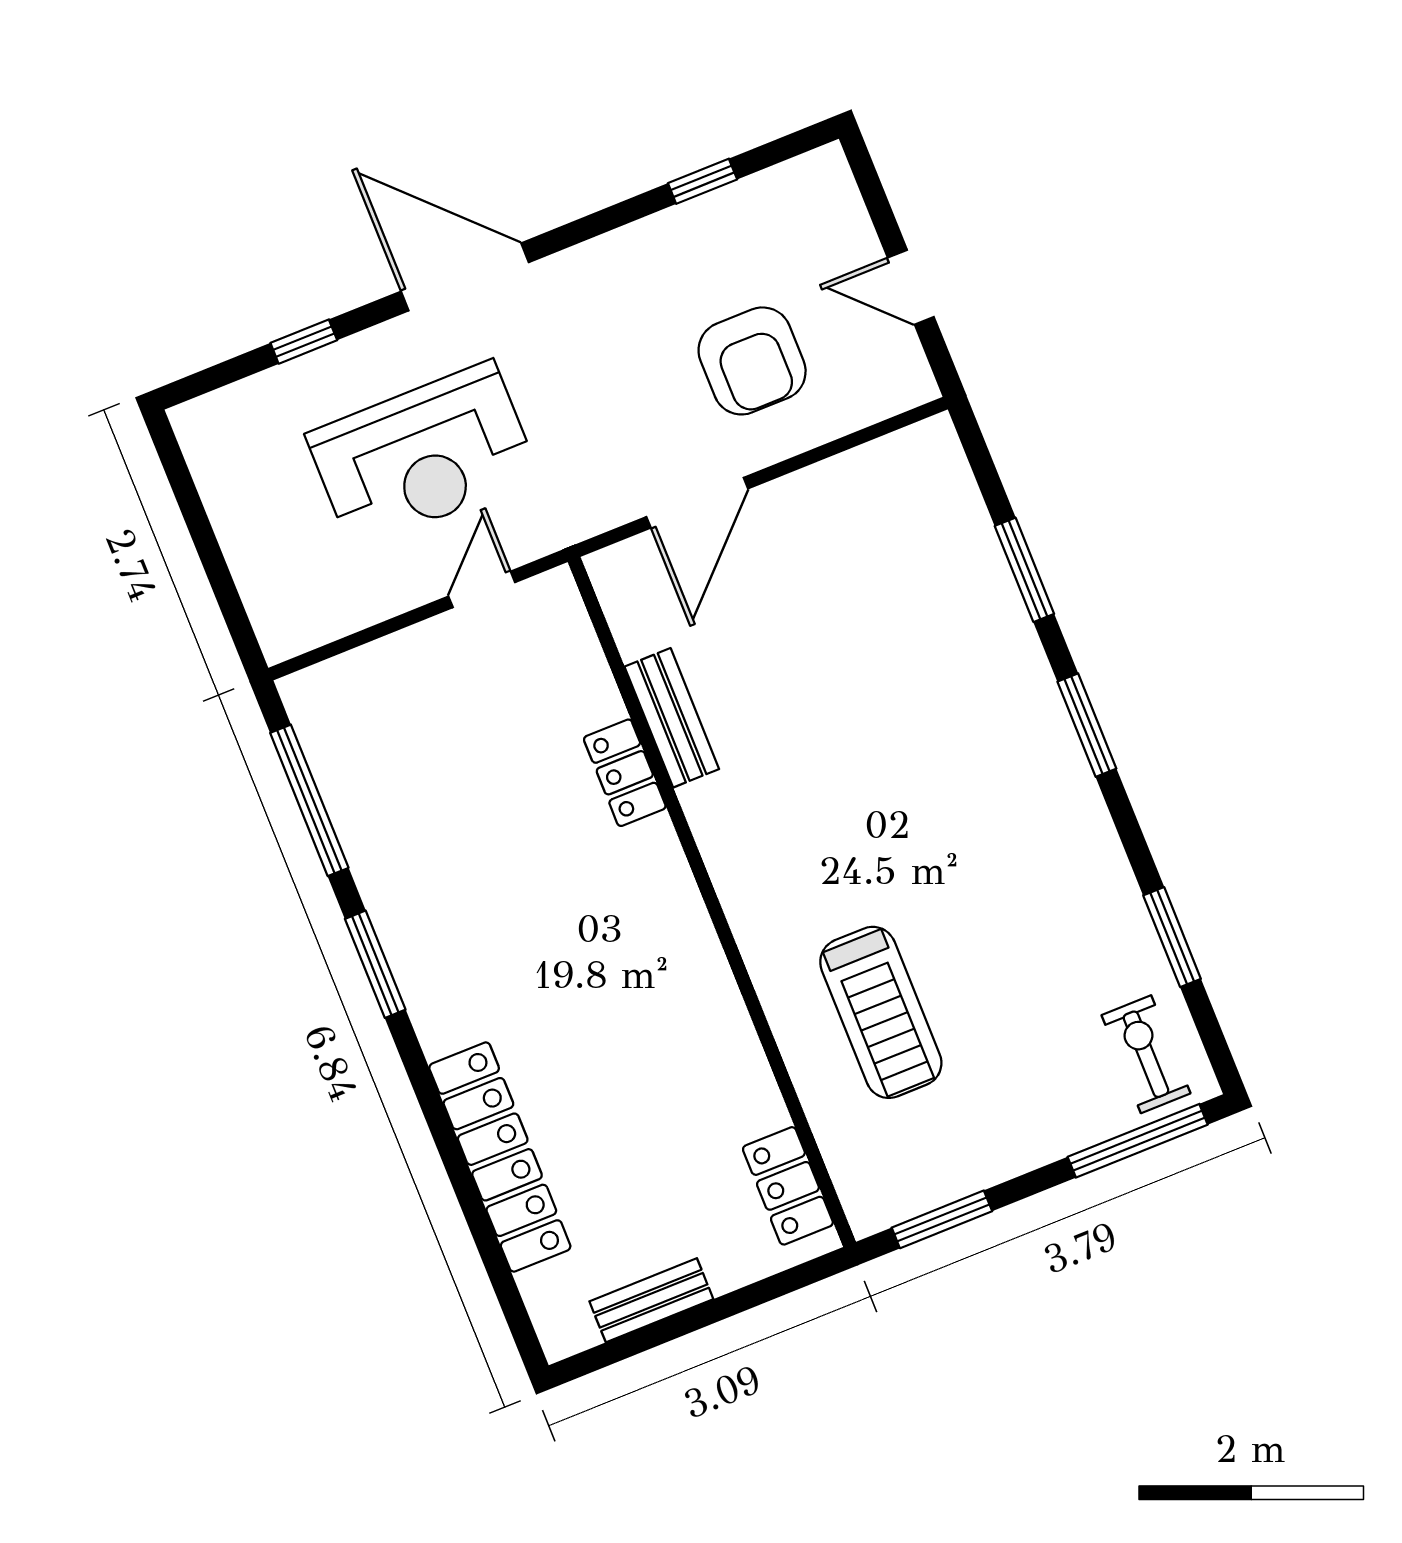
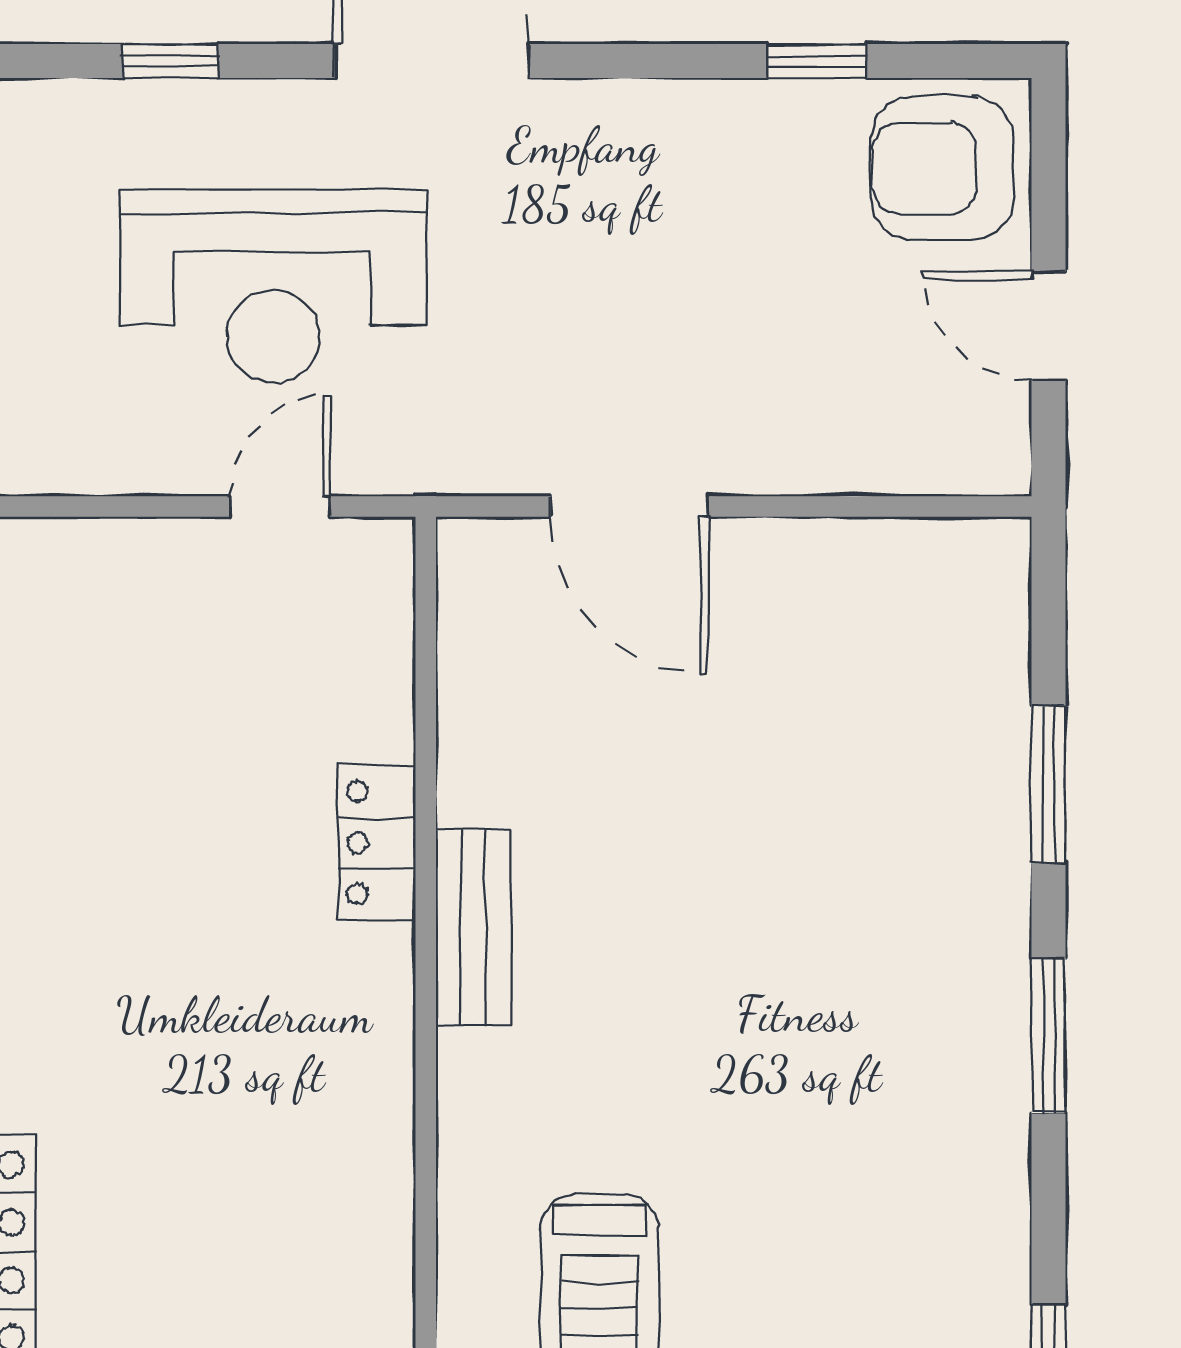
armchair: (752, 361) -> (942, 168), moved, turned 90
door: (697, 503) -> (629, 507), hinge flipped
bench: (672, 718) -> (473, 927), moved

